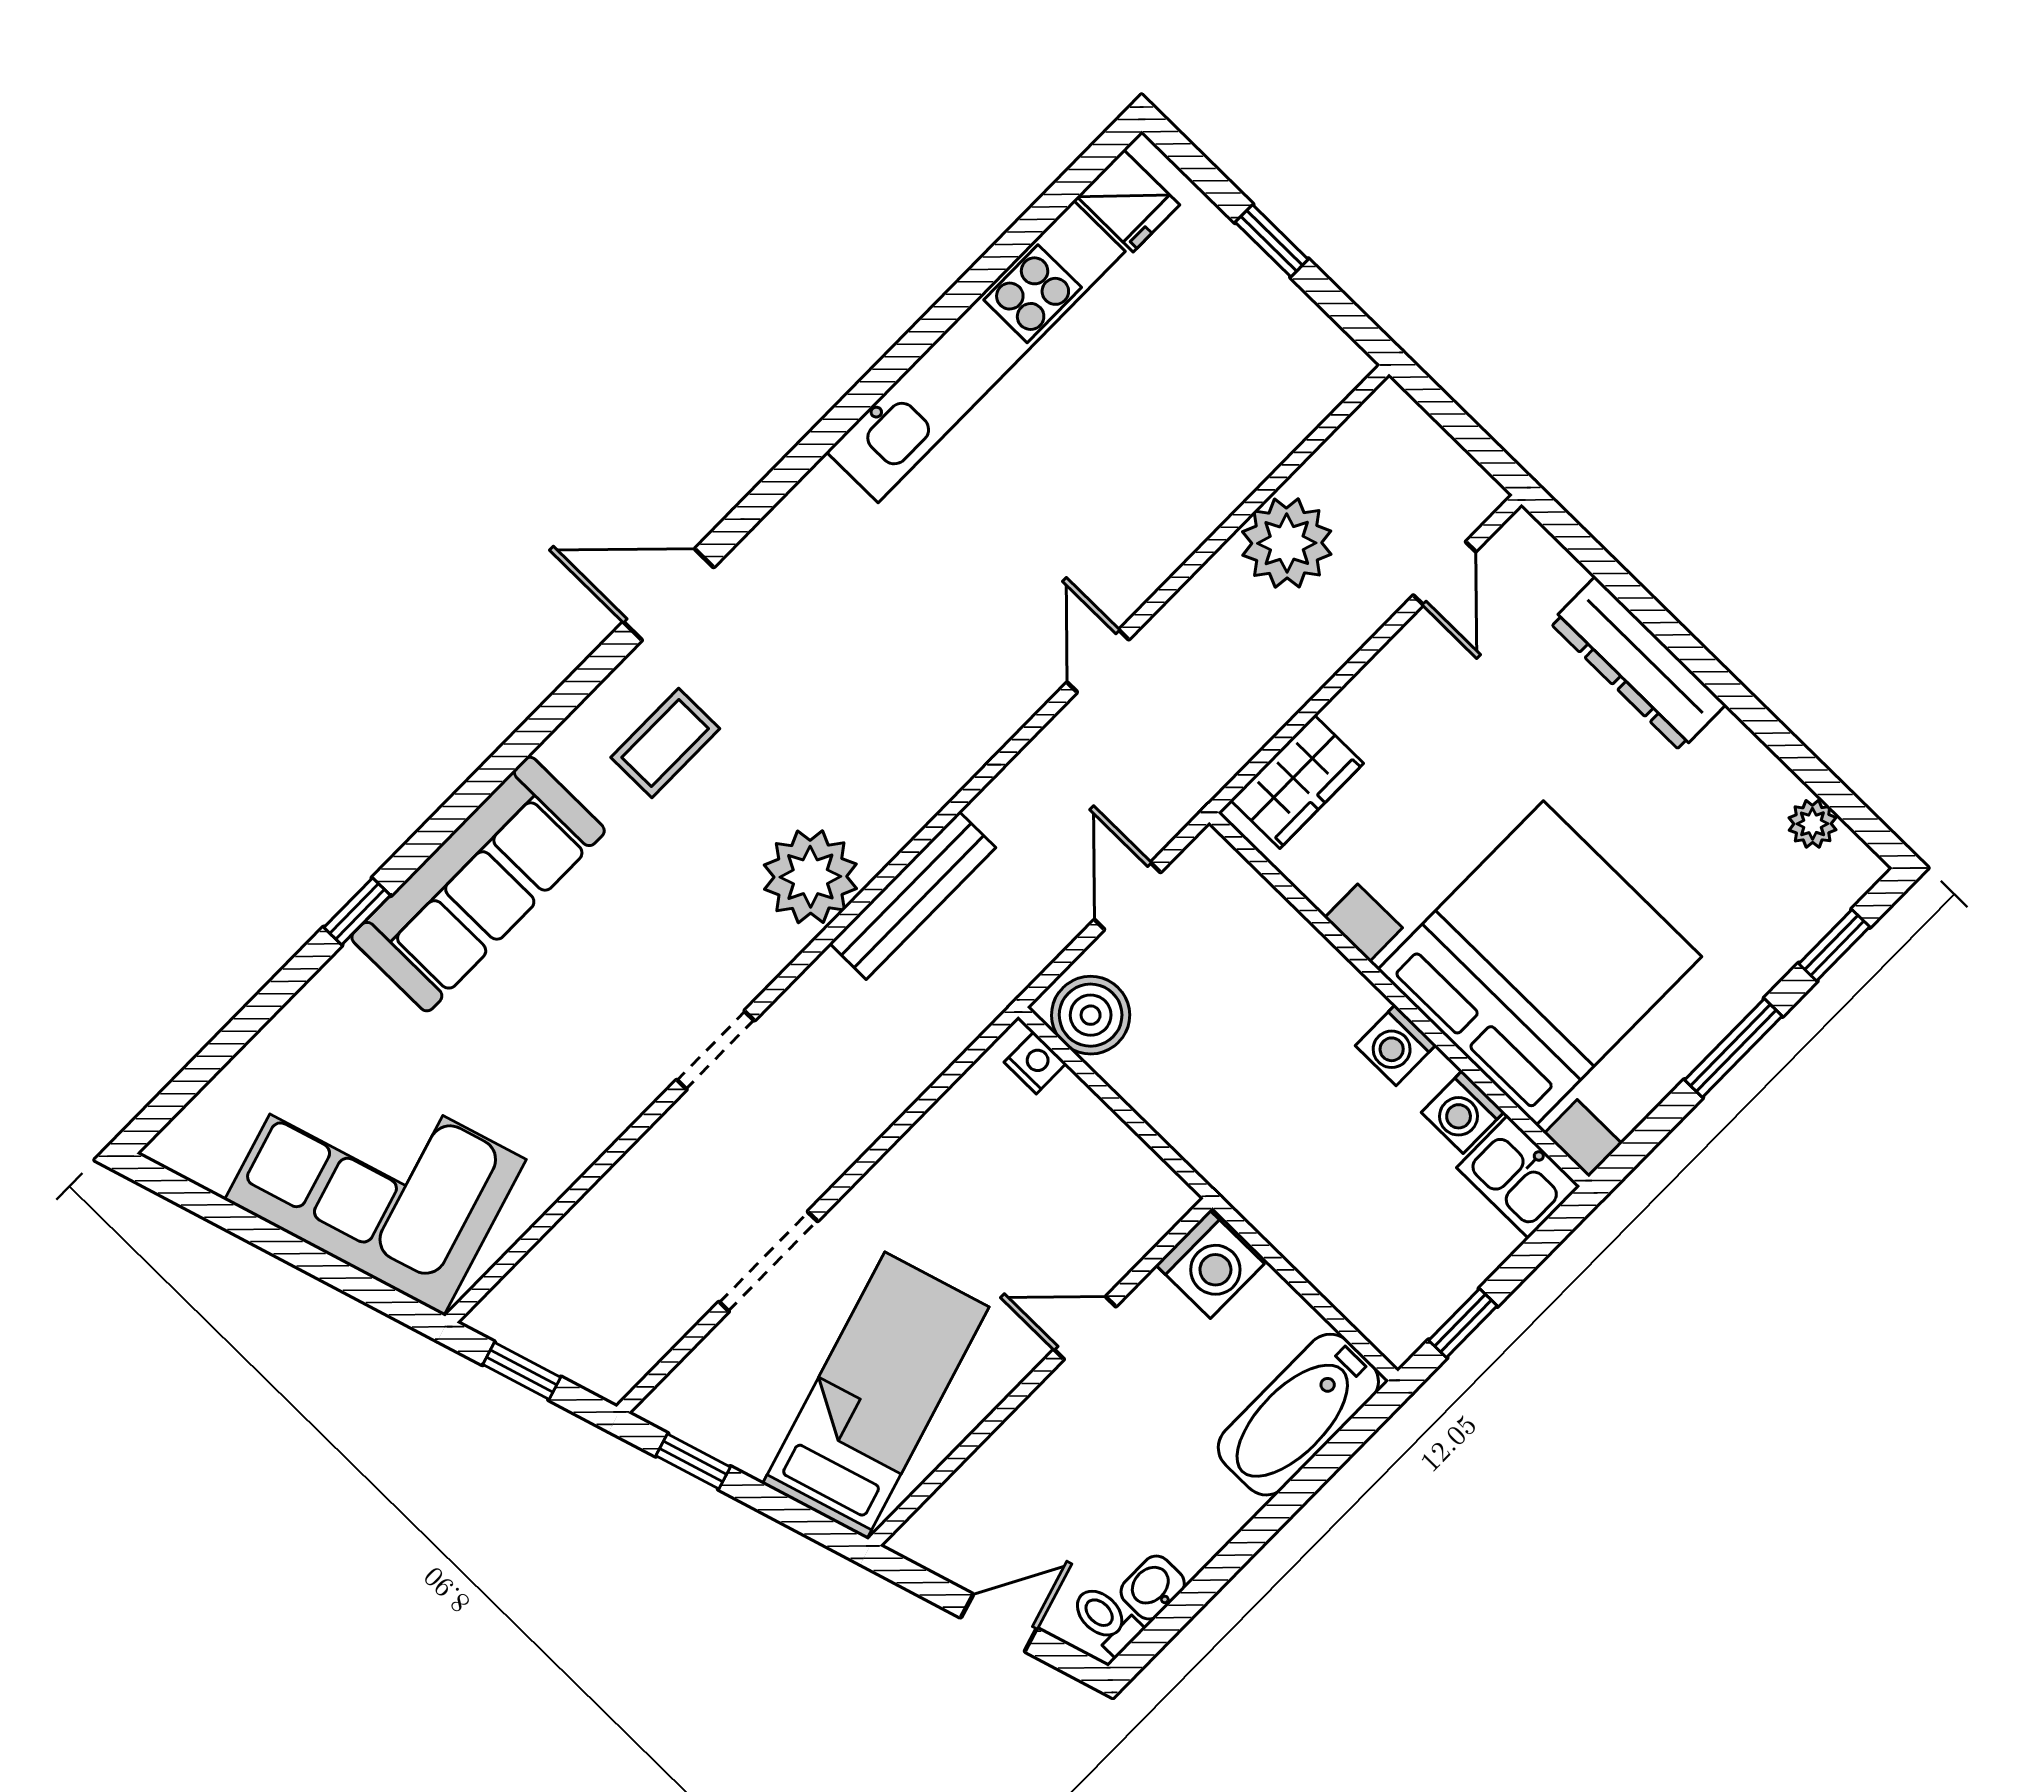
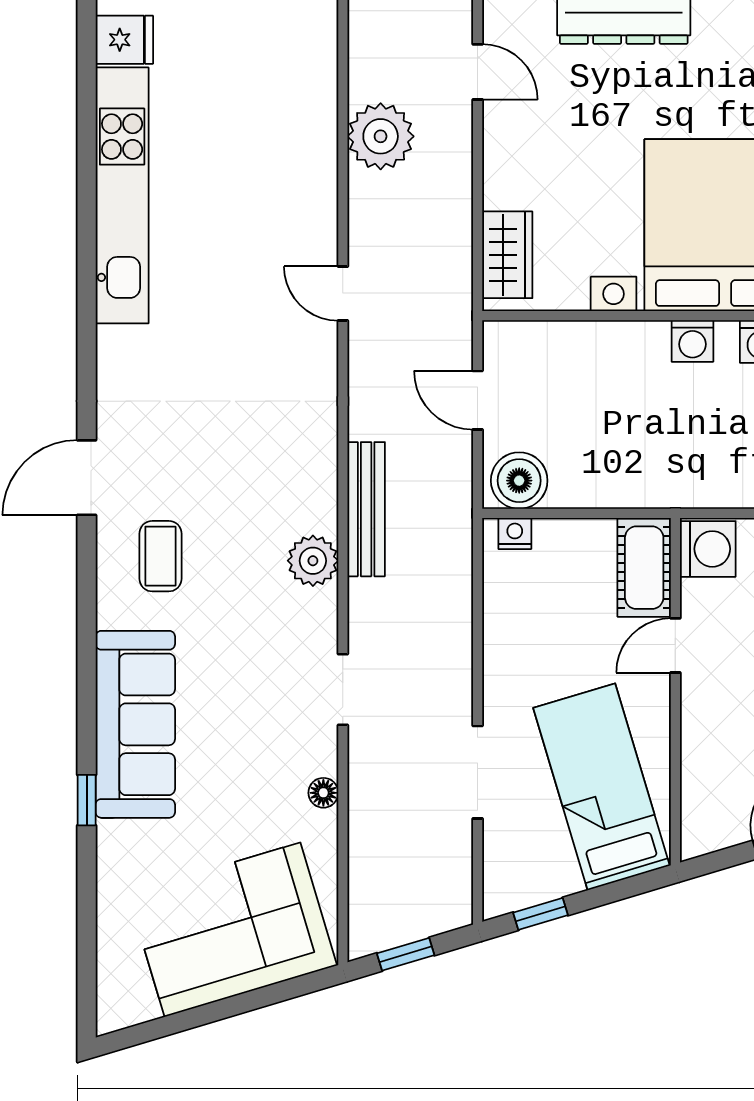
plant: (810, 877) -> (313, 561), width x0.73, depth x0.73
floor lamp: (597, 1133) -> (323, 793), added
cot: (1129, 1221) -> (644, 568), added

